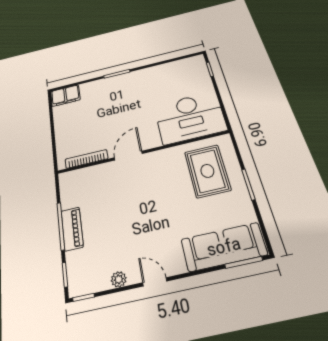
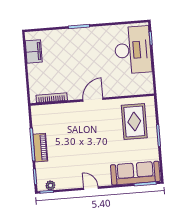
filing cabinet: (65, 96) -> (34, 51), moved, turned -90
desk: (190, 118) -> (133, 50), moved, turned -90
door: (128, 156) -> (93, 100), moved
plant: (119, 279) -> (50, 185), moved

